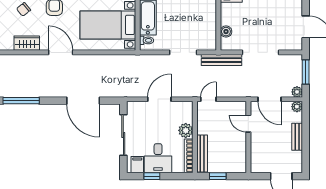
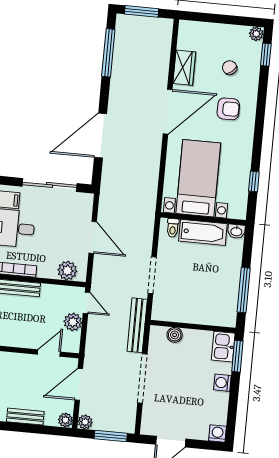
door: (61, 52) -> (168, 112), width x1.36
plant: (224, 108) -> (73, 322), added
plant: (186, 130) -> (67, 271), moved

